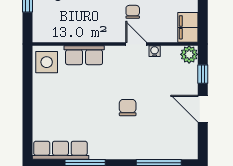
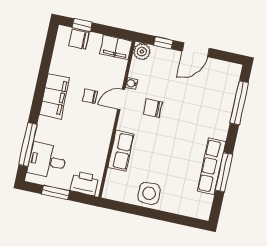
printer: (43, 25) -> (84, 183), added
side table: (47, 62) -> (149, 193), moved
chair: (128, 108) -> (153, 108), moved
row of seats: (60, 150) -> (211, 166), moved

